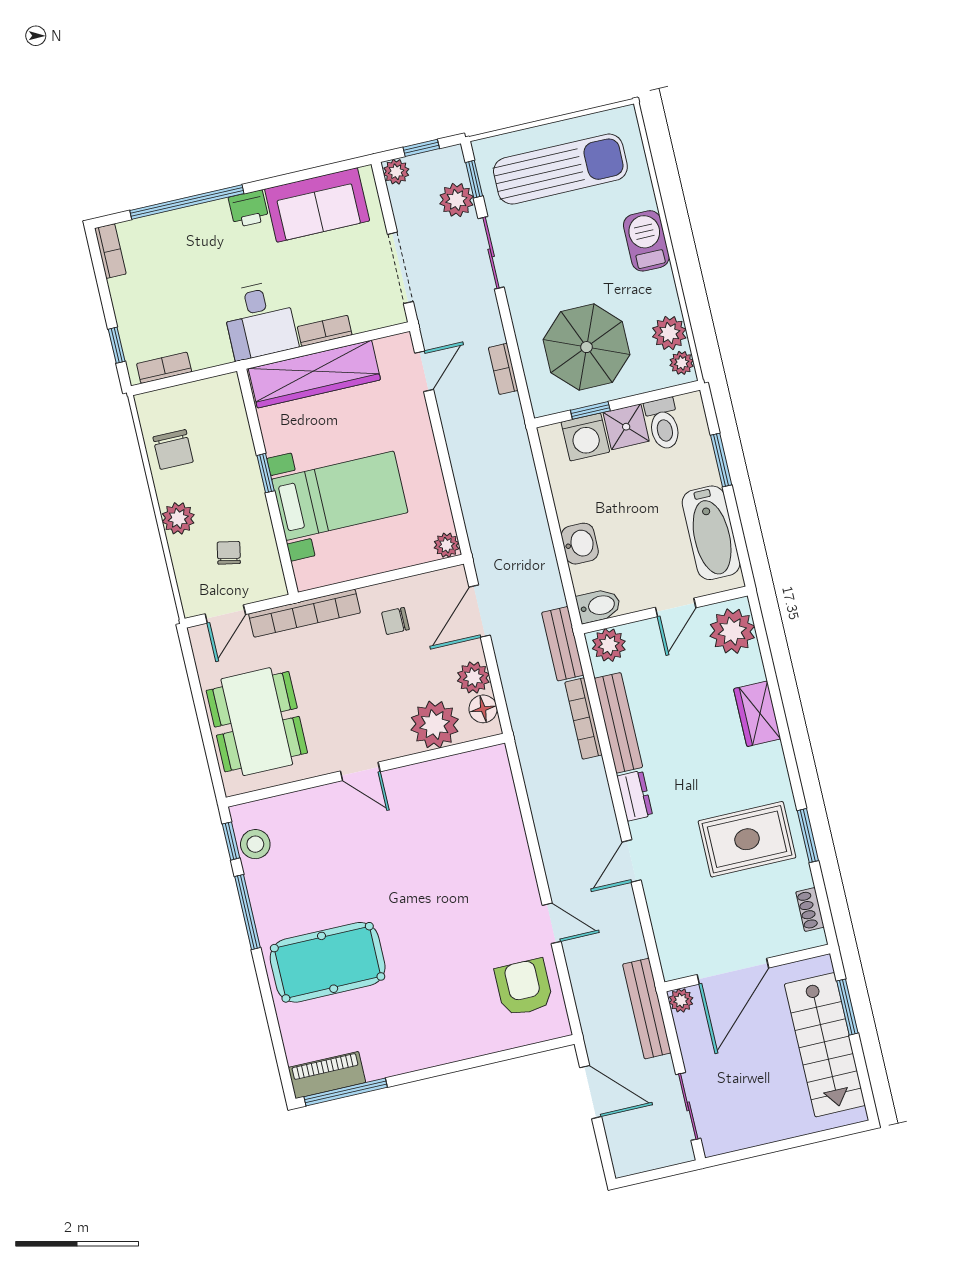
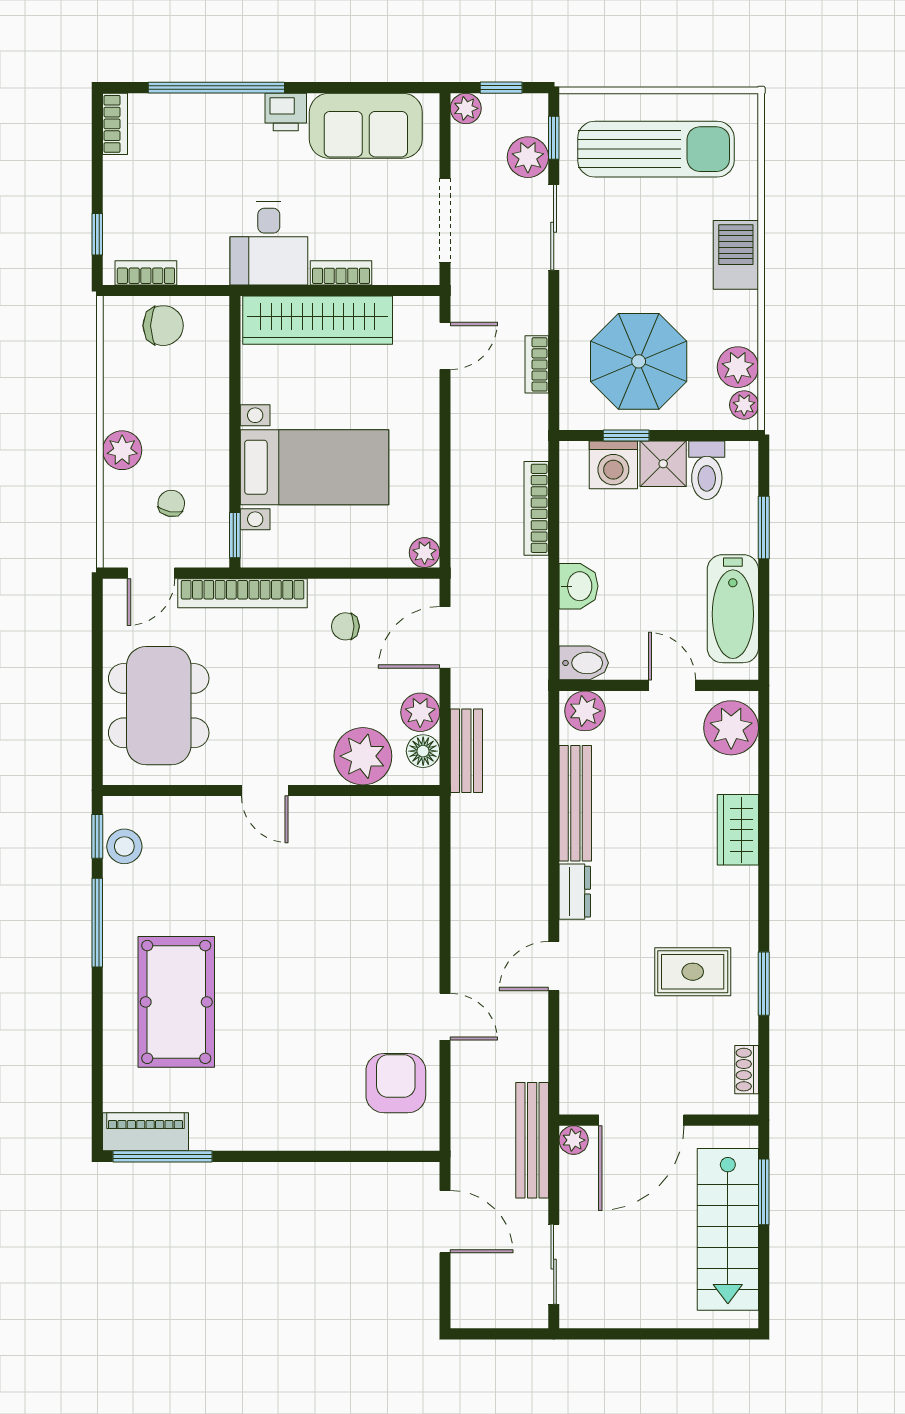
chair: (173, 449) -> (163, 326), moved, turned -90
window: (266, 473) -> (235, 535), moved
door: (676, 607) -> (672, 685), swing flipped
bench: (563, 644) -> (466, 751), moved
bookcase: (583, 719) -> (536, 508), moved
rug: (747, 839) -> (693, 972), width x0.73, depth x0.70
pool table: (328, 962) -> (176, 1002), turned 90

